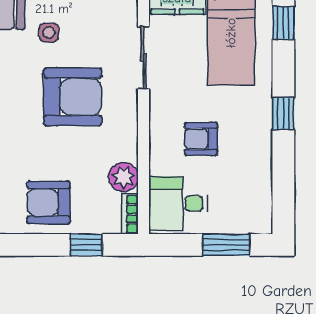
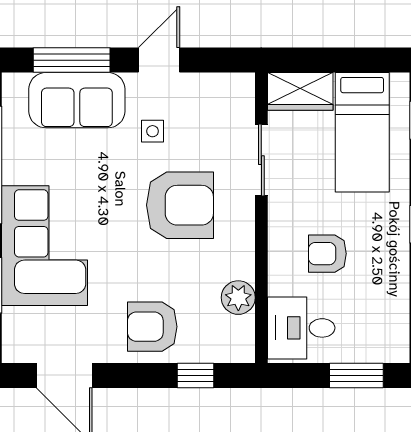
bookcase: (130, 214) -> (246, 340), removed

